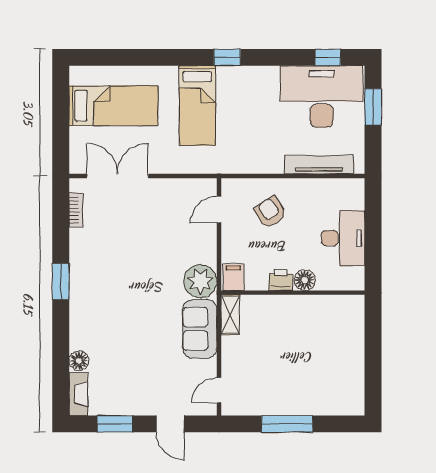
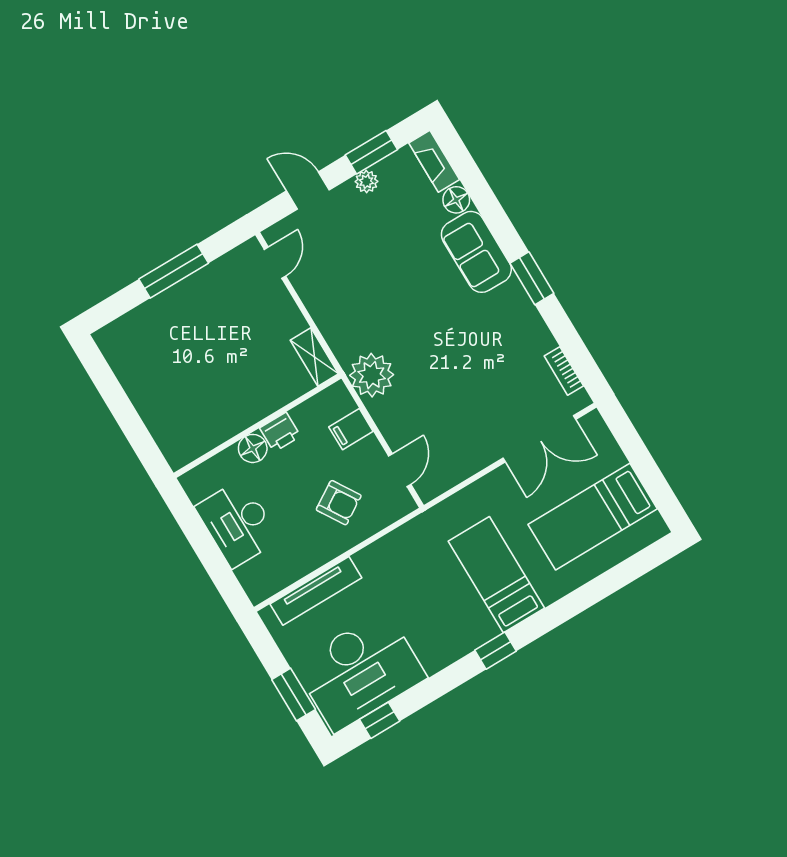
filing cabinet: (233, 277) -> (351, 429), moved, turned 90
sofa: (200, 329) -> (476, 252), moved, turned 180
plant: (129, 407) -> (366, 182), added

